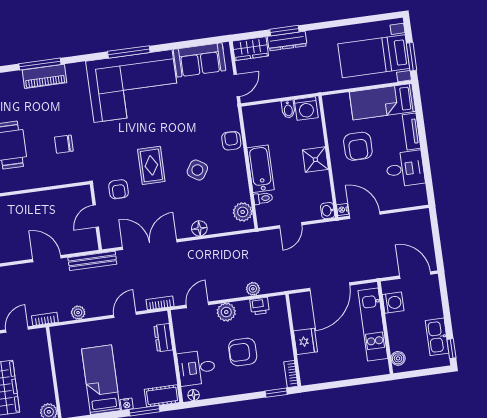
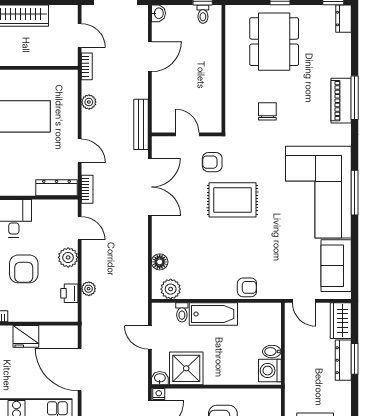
shower: (315, 160) -> (186, 368), moved, width x1.36, depth x1.36
rug: (151, 165) -> (233, 200), width x1.36, depth x1.43
side table: (197, 170) -> (221, 248), removed
floor lamp: (199, 228) -> (160, 262), moved
door: (47, 259) -> (150, 57), moved
dresser: (163, 338) -> (57, 188), width x1.44
armchair: (243, 352) -> (24, 269), turned 180

